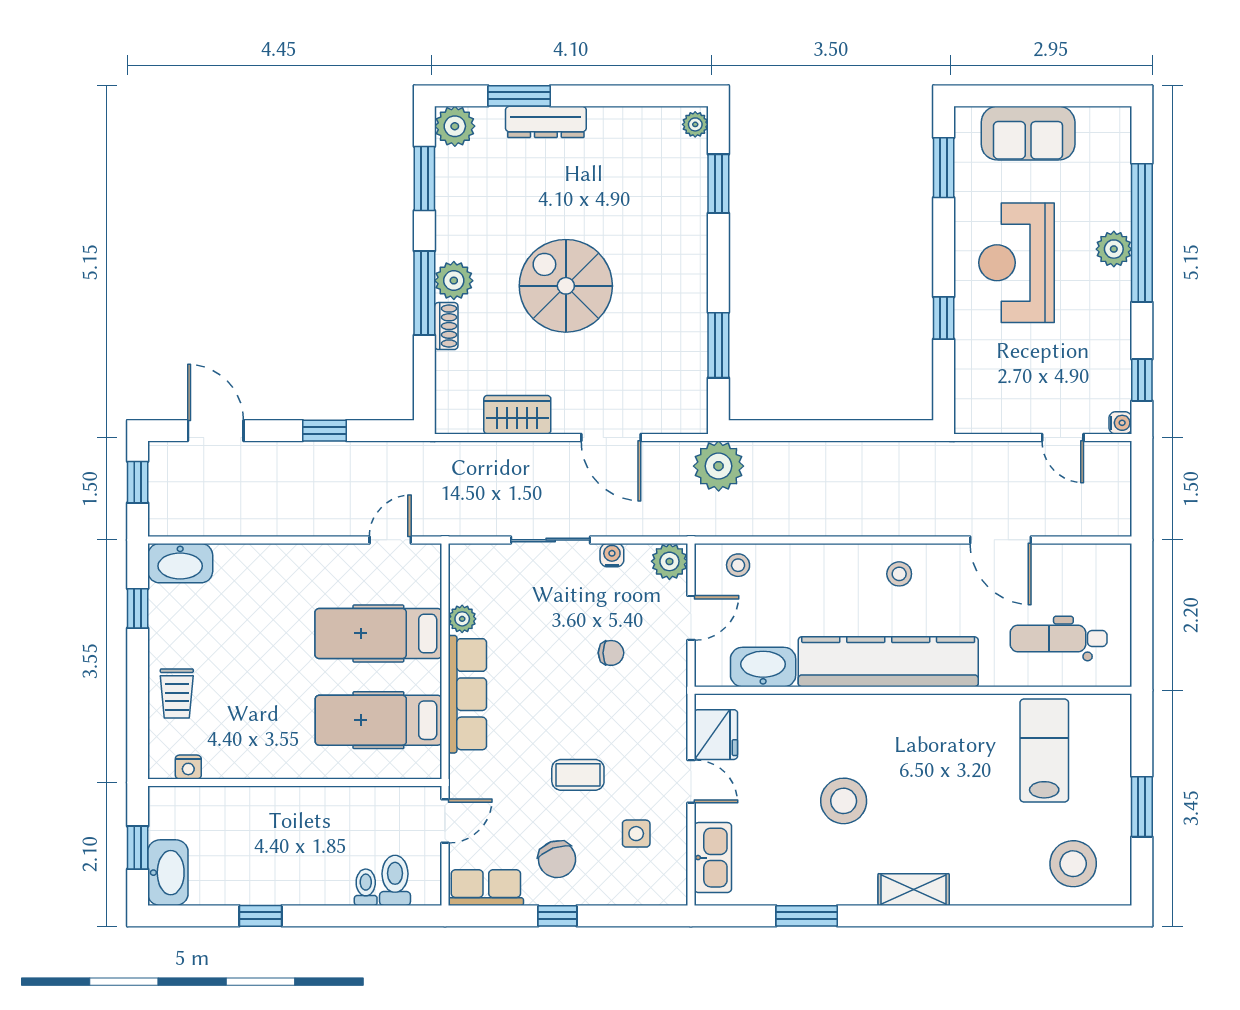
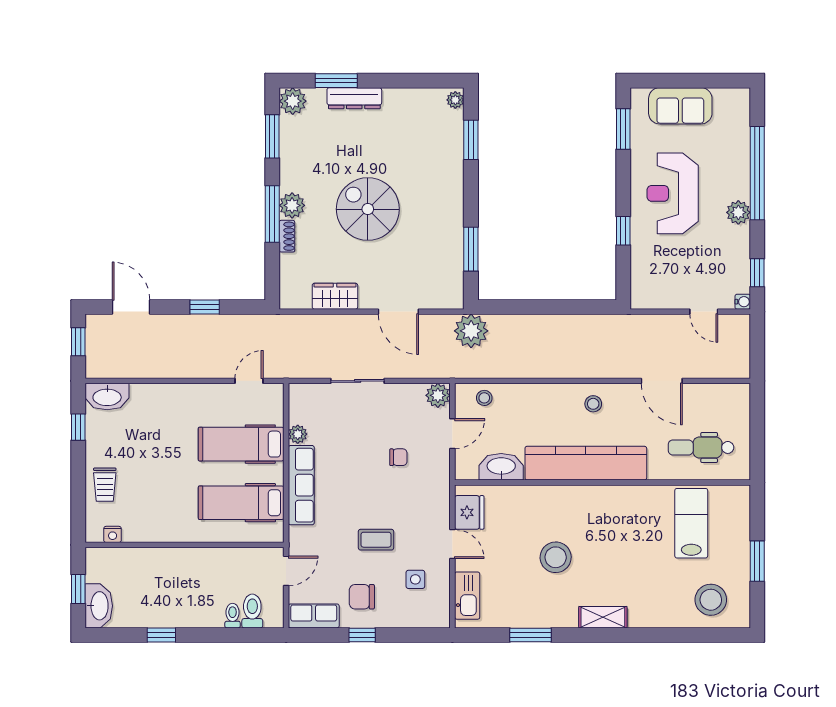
plant: (1114, 249) -> (738, 212), moved
water cooler: (612, 555) -> (399, 391), removed
chair: (557, 859) -> (362, 597), turned 110

